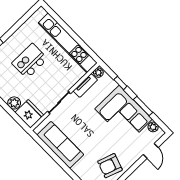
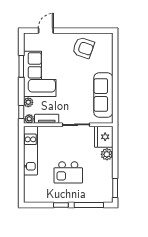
window: (11, 31) -> (61, 205), added
kitchen unit: (68, 43) -> (30, 151), width x0.73
window: (120, 83) -> (21, 112), moved
plant: (153, 127) -> (28, 102), moved

